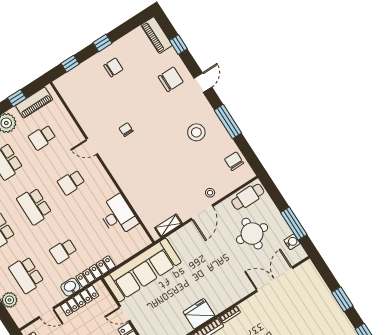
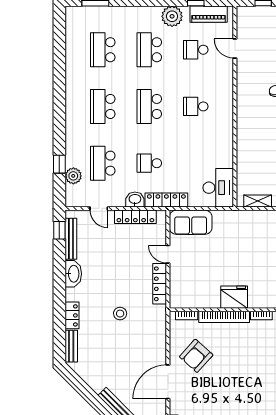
door: (92, 147) -> (235, 48), moved
desk: (118, 216) -> (218, 188), moved
sofa: (142, 270) -> (191, 222), width x0.54, depth x0.79

